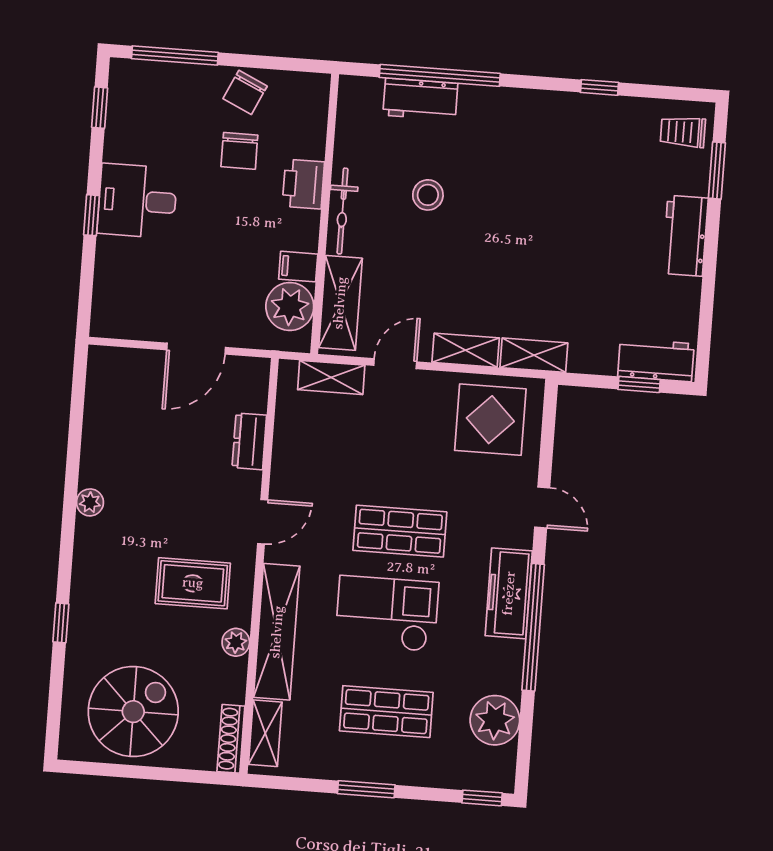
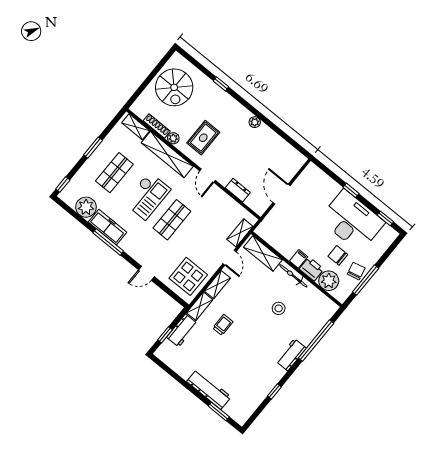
window: (175, 55) -> (366, 280), moved
chair: (245, 92) -> (356, 271), turned 52
workbench: (420, 99) -> (291, 355), moved
trolley: (683, 132) -> (223, 325), moved
desk: (137, 201) -> (352, 221), width x1.87, depth x1.30
workbench: (685, 236) -> (209, 389), width x1.38
filing cabinet: (298, 267) -> (299, 259), moved
plant: (290, 307) -> (329, 281), moved
workbench: (656, 360) -> (182, 330), moved
freezer: (509, 593) -> (108, 227), moved
window: (533, 627) -> (108, 242), width x0.68
shoe rack: (231, 739) -> (157, 126), moved

